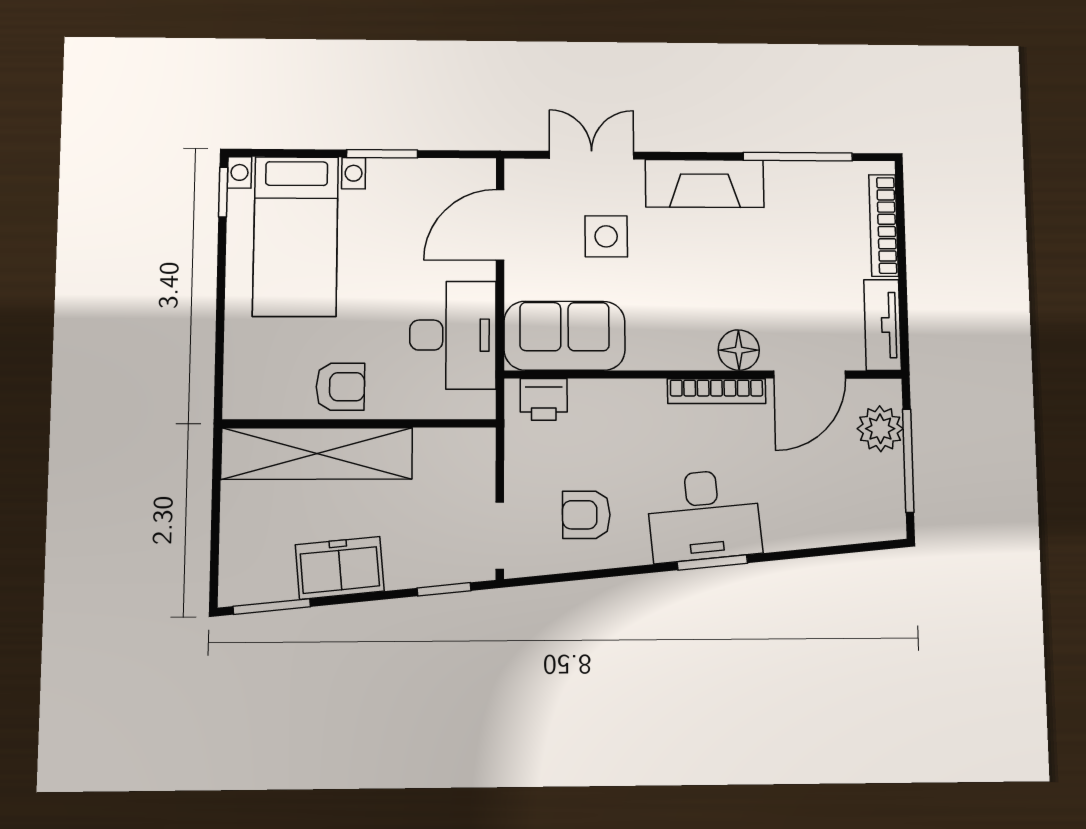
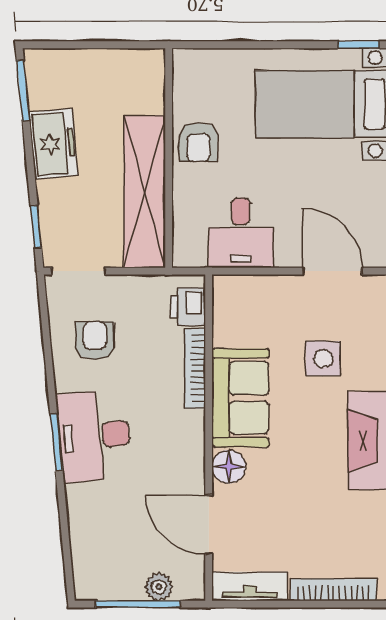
desk: (453, 335) -> (241, 233), width x0.73
sofa: (565, 336) -> (240, 398), moved
bookcase: (717, 391) -> (195, 368), moved
plant: (880, 429) -> (159, 587), width x0.73, depth x0.73
shelving: (317, 453) -> (145, 192), moved

